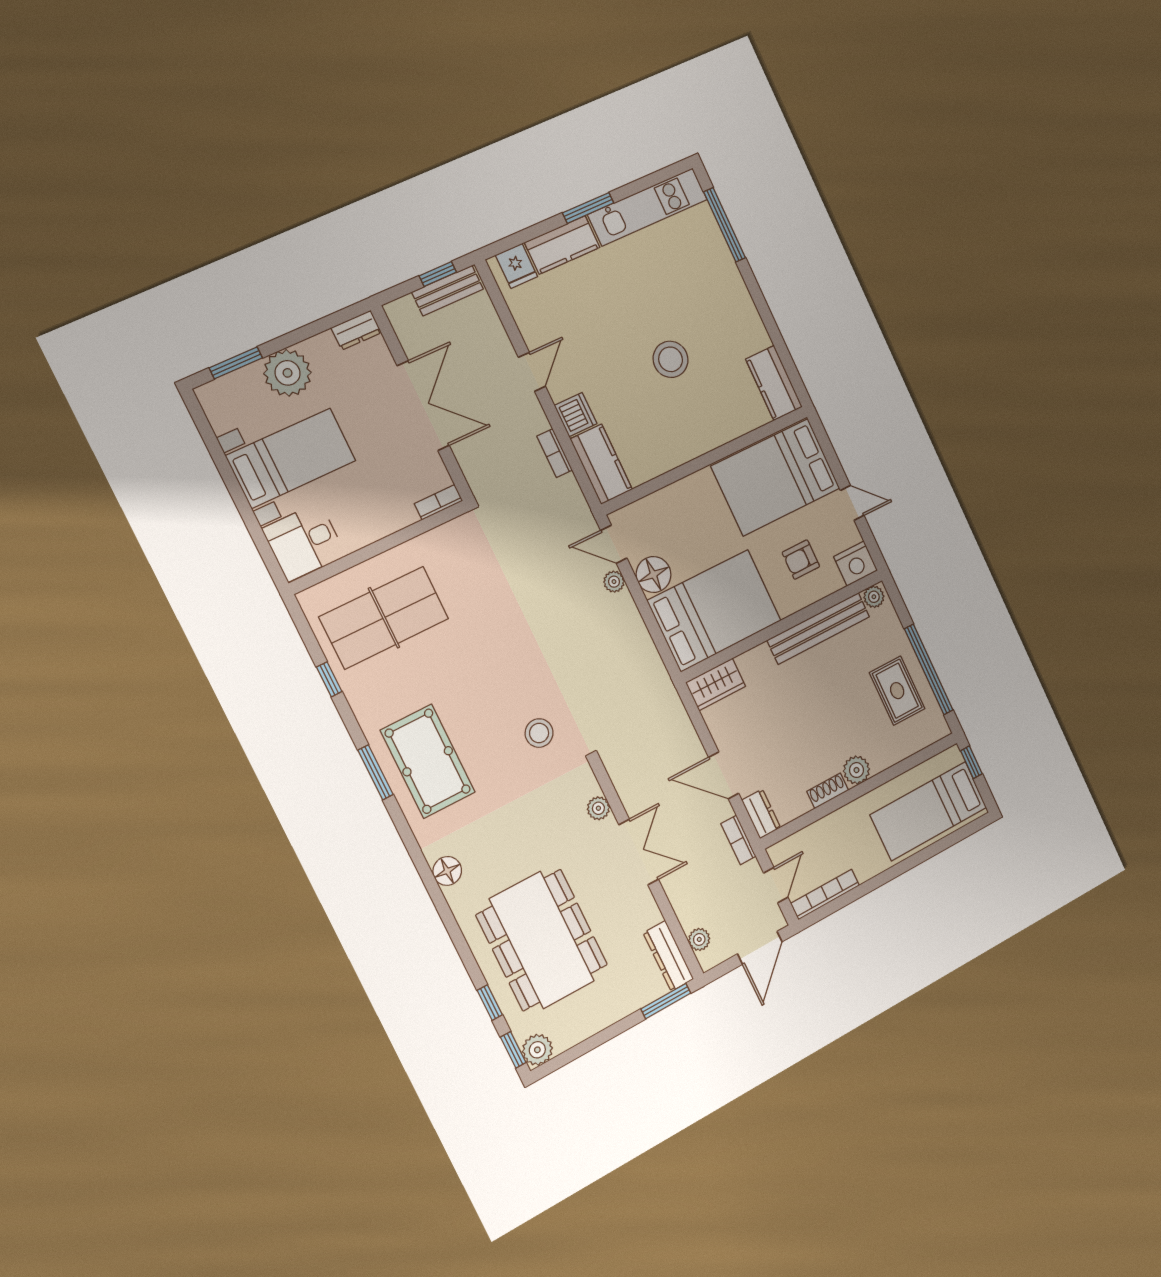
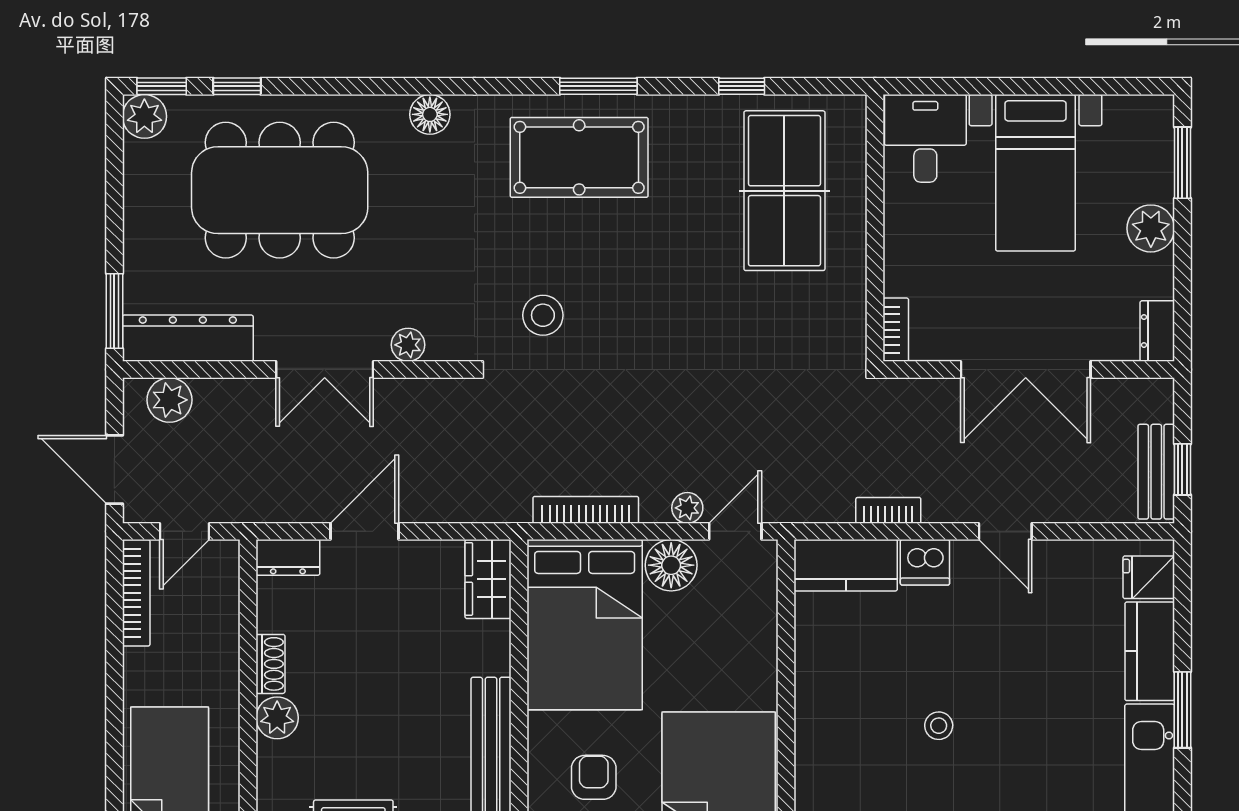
stool: (671, 359) -> (939, 726), width x0.53, depth x0.53
plant: (288, 373) -> (1151, 228), width x0.73, depth x0.73
bookcase: (738, 840) -> (586, 510), moved, width x1.56
door: (776, 885) -> (184, 531), hinge flipped
plant: (699, 939) -> (169, 400), width x1.38, depth x1.38
dresser: (668, 956) -> (188, 338), width x1.37, depth x1.24

